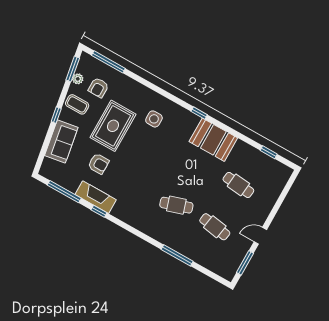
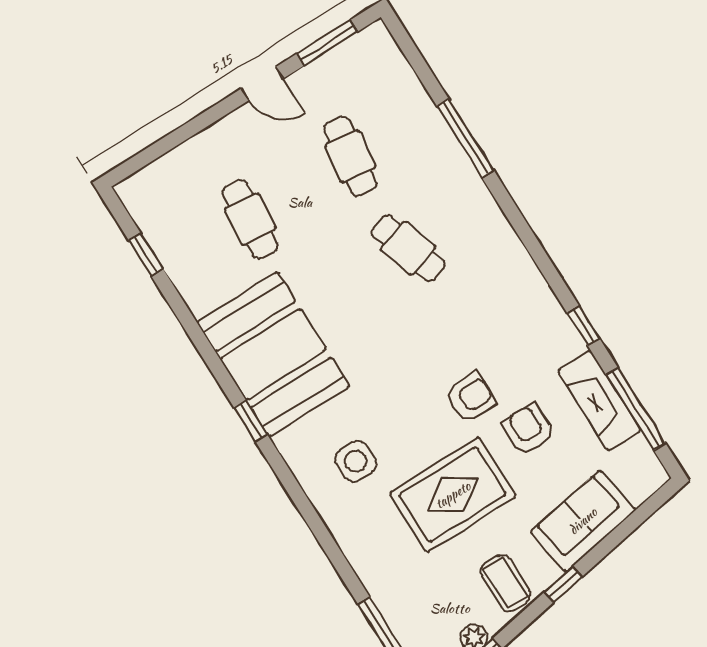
armchair: (98, 88) -> (470, 397), moved
booth: (213, 140) -> (273, 354), width x1.36, depth x1.42
fireplace: (96, 197) -> (599, 401), moved

